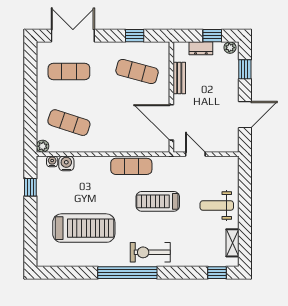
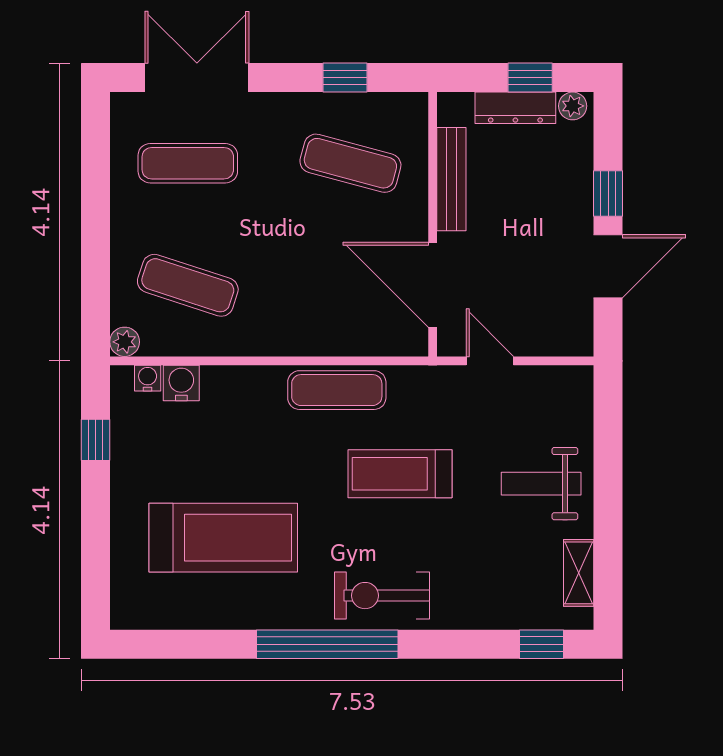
dresser: (201, 48) -> (515, 108), width x1.44
window: (245, 69) -> (608, 194), moved
bench: (179, 78) -> (451, 179), width x1.36

